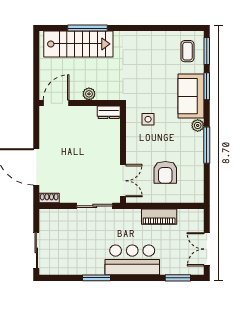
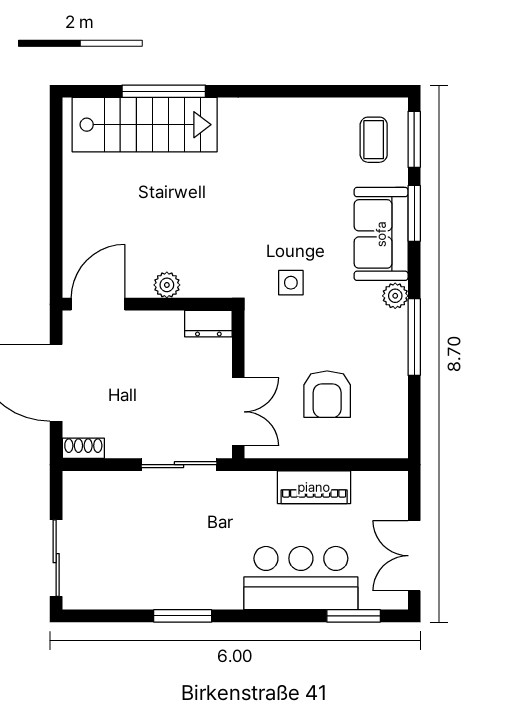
plant: (89, 94) -> (167, 285), moved
door: (56, 103) -> (98, 304), moved
wall: (80, 103) -> (147, 304), moved
dresser: (109, 112) -> (208, 324), moved
bar counter: (132, 260) -> (301, 578), moved

